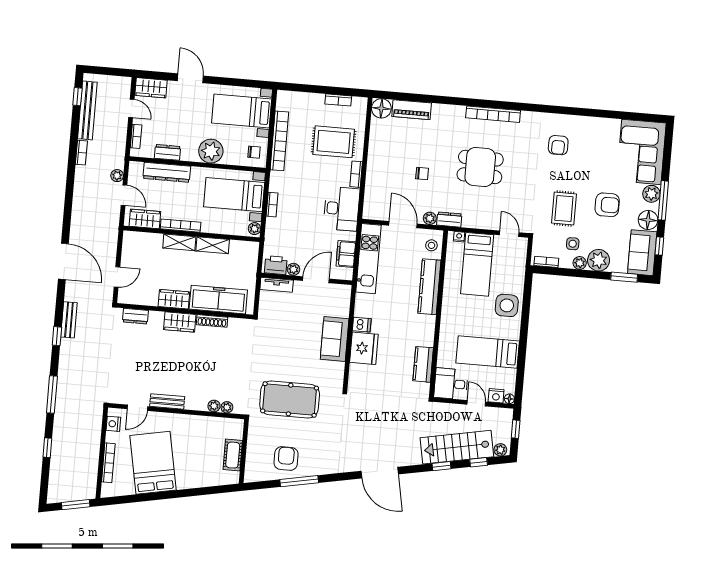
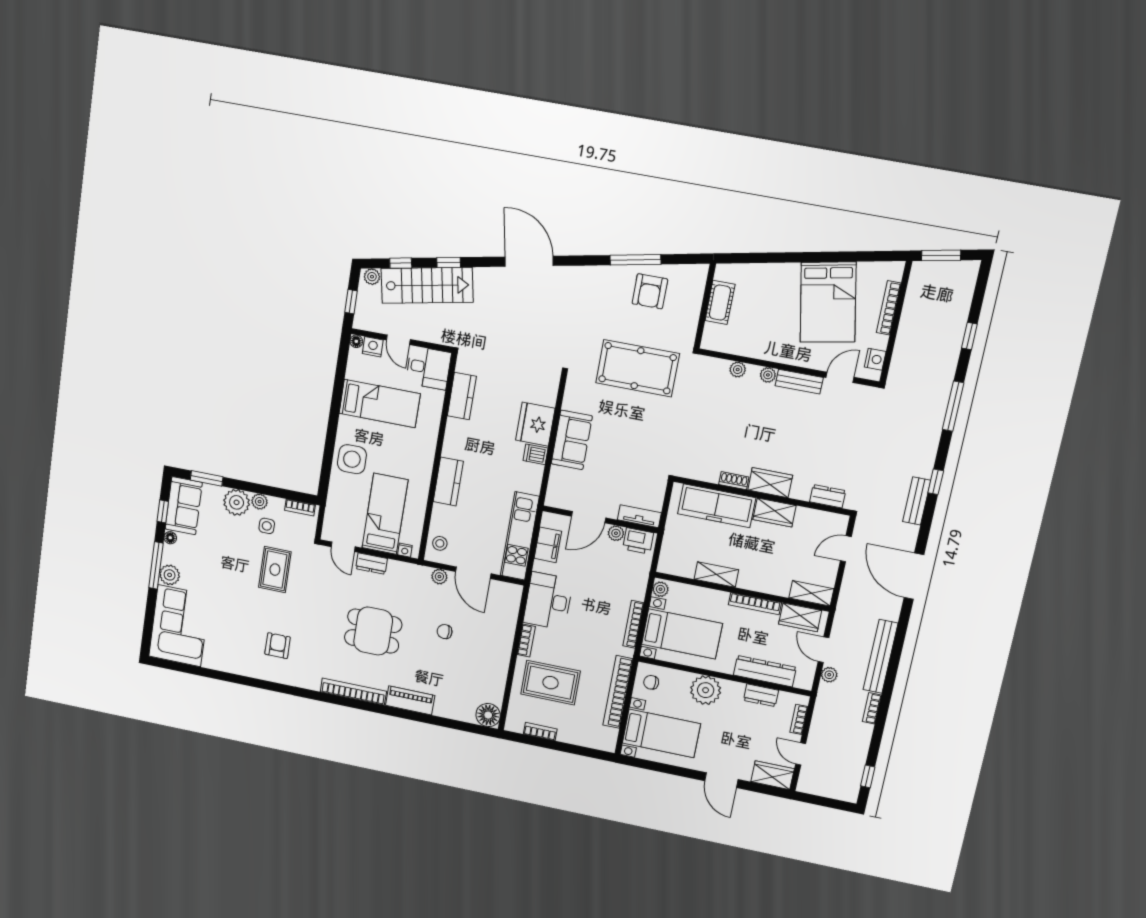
bench: (87, 110) -> (881, 656), moved
piano: (412, 110) -> (410, 700), moved
bookcase: (272, 205) -> (633, 624), width x1.56
armchair: (607, 205) -> (223, 568), removed
dresser: (449, 220) -> (372, 564), moved
floor lamp: (648, 220) -> (170, 538), width x0.53, depth x0.53
shelving: (179, 242) -> (811, 593), moved
kitchen counter: (429, 287) -> (448, 481), width x0.67
shoe rack: (212, 321) -> (734, 481), width x0.70
plant: (227, 407) -> (768, 375), moved

